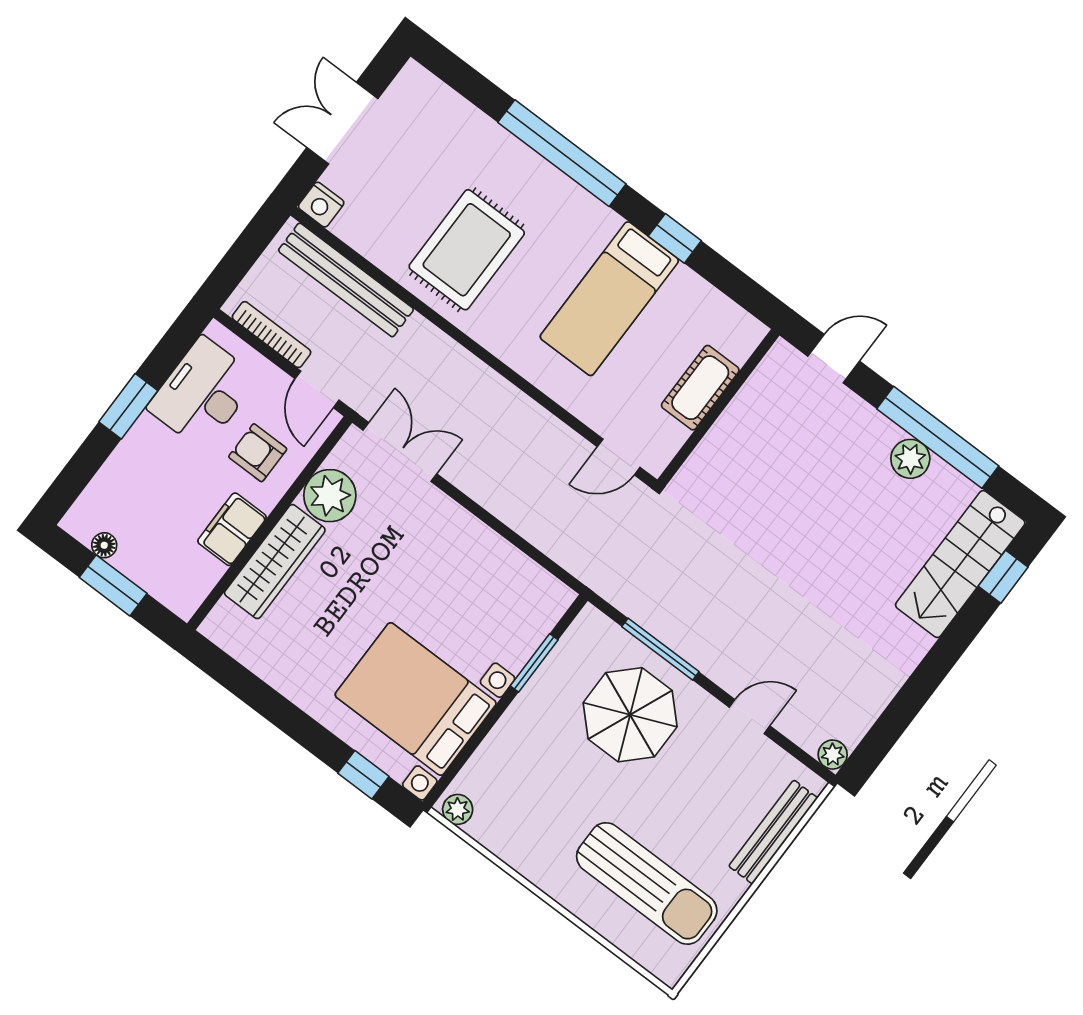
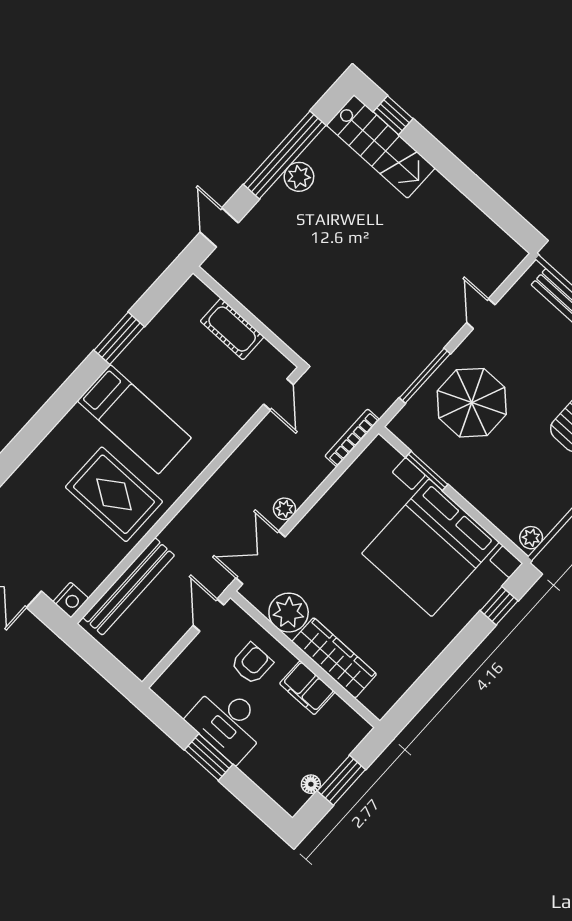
window: (562, 153) -> (48, 417), removed
window: (675, 238) -> (119, 338), width x1.50
bed: (609, 299) -> (134, 419), moved
bookcase: (272, 335) -> (352, 438), moved
door: (317, 389) -> (208, 615), swing flipped
desk: (203, 393) -> (228, 723), moved
armchair: (258, 453) -> (252, 664), turned 180
bed with nightstands: (416, 699) -> (430, 548), width x1.36
plant: (833, 755) -> (285, 509), moved

